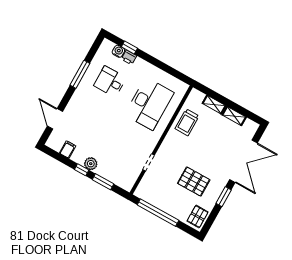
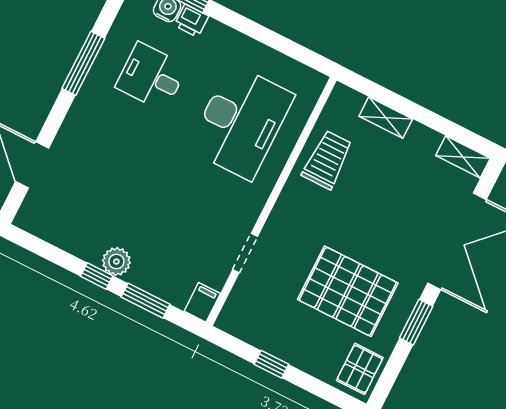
shelving: (234, 116) -> (463, 157), moved
trolley: (187, 122) -> (327, 160), turned 180
filing cabinet: (68, 150) -> (202, 302), moved
pallet: (194, 182) -> (348, 291), width x1.37, depth x1.41
window: (158, 213) -> (271, 364), width x0.32

